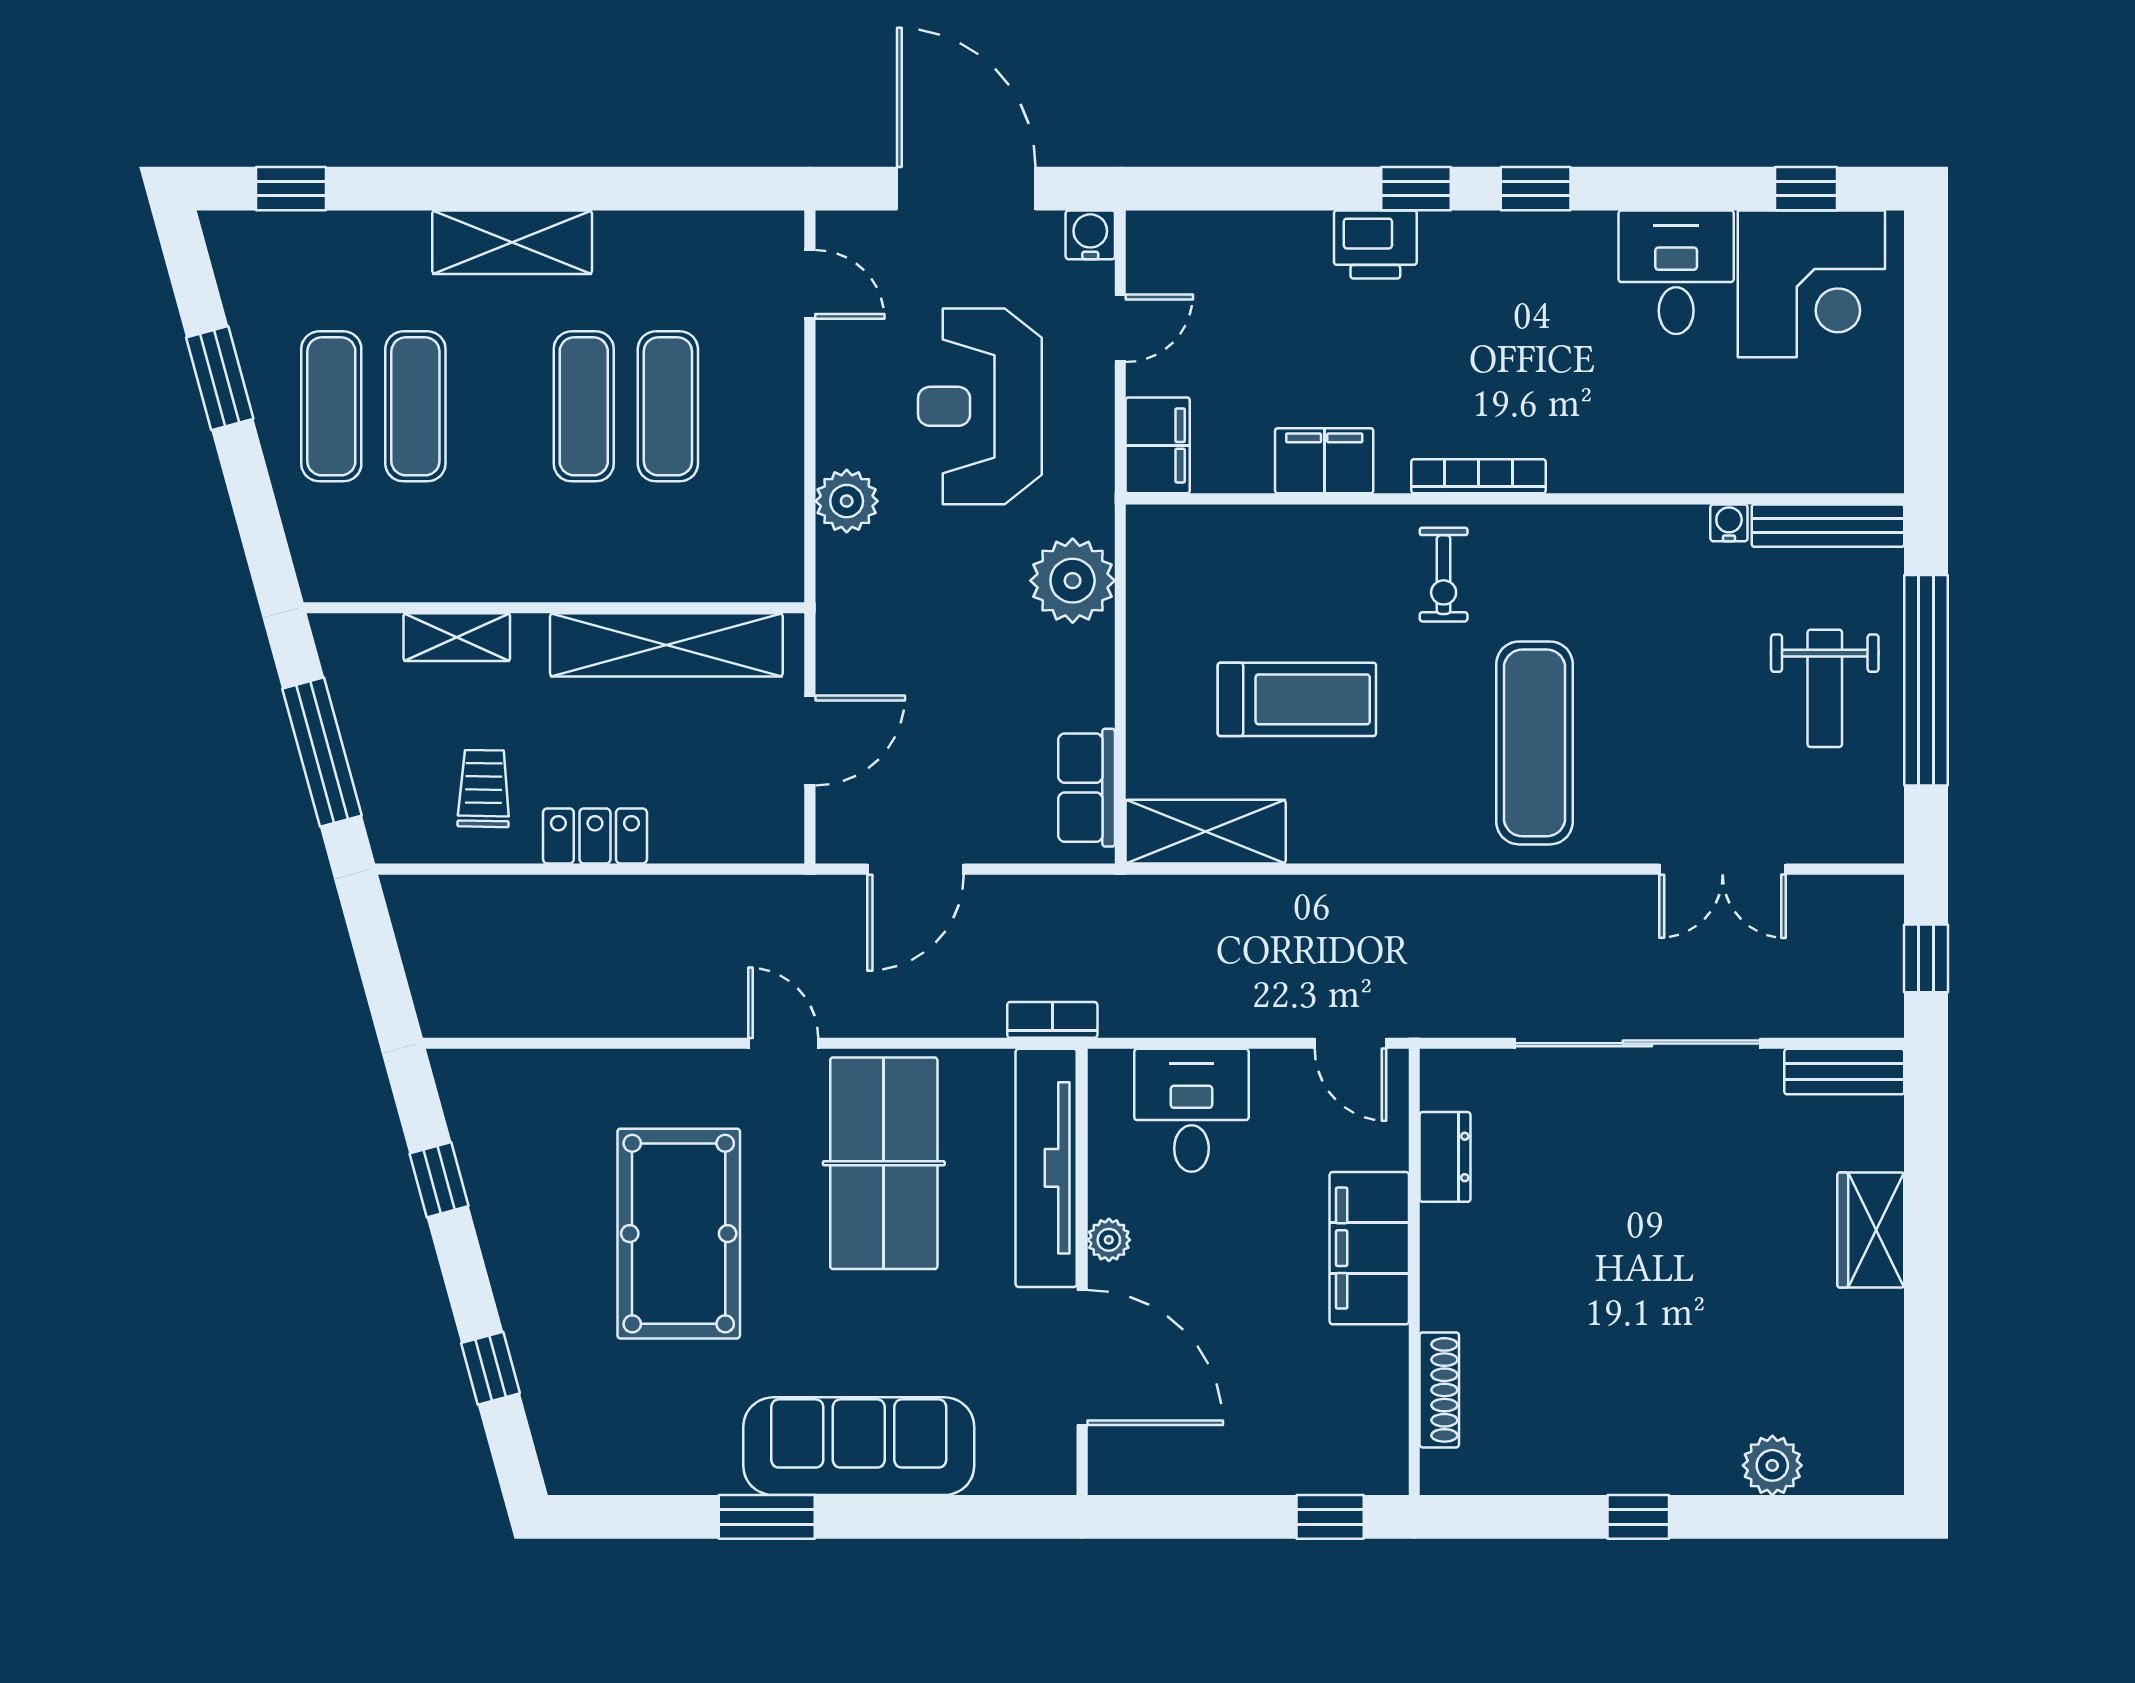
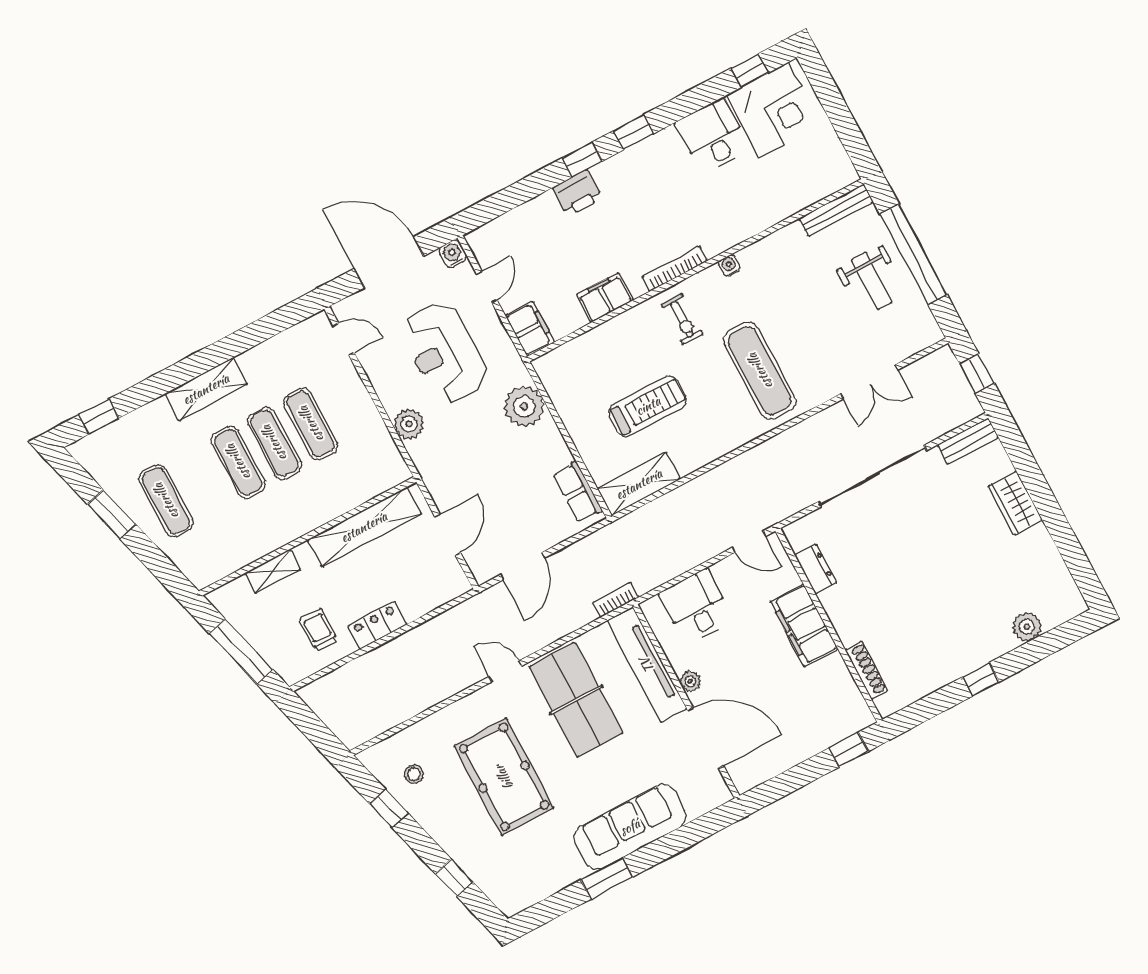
exercise mat: (415, 406) -> (238, 462), moved
water cooler: (1729, 523) -> (729, 265), moved
stool: (518, 1142) -> (414, 774), added

